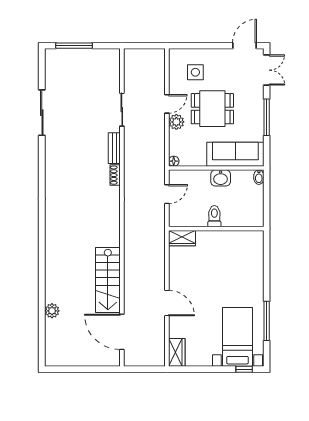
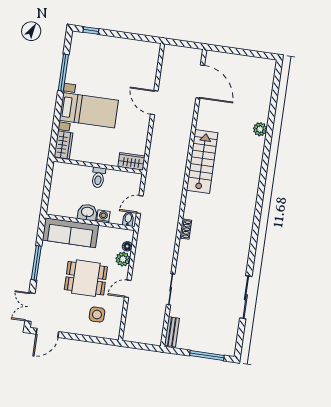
plant: (176, 122) -> (123, 259), moved
bench: (114, 148) -> (172, 332), moved
floor lamp: (174, 161) -> (127, 246), moved
washing machine: (203, 176) -> (103, 216), added
bidet: (259, 177) -> (128, 219), moved
stairs: (108, 280) -> (202, 162), moved
plant: (52, 311) -> (260, 129), moved
bed with nightstands: (238, 337) -> (89, 110), moved, turned -90
wardrobe: (177, 352) -> (63, 145), moved, turned 180

